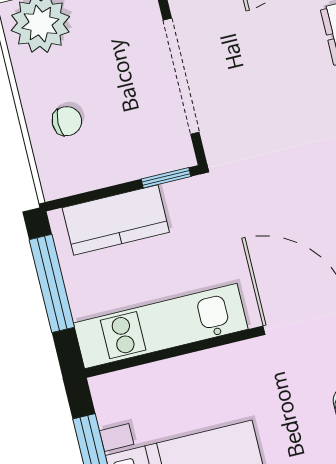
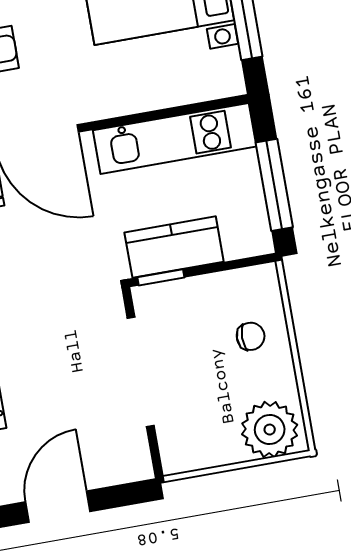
chair: (67, 121) -> (251, 336), turned 180
kitchen counter: (116, 220) -> (174, 247), moved

